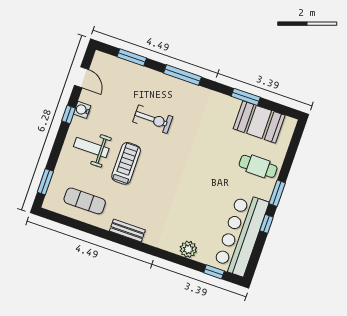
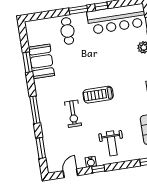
exercise bike: (153, 119) -> (73, 114), turned 180
booth: (259, 122) -> (41, 61), moved
treadmill: (126, 163) -> (98, 95), moved

